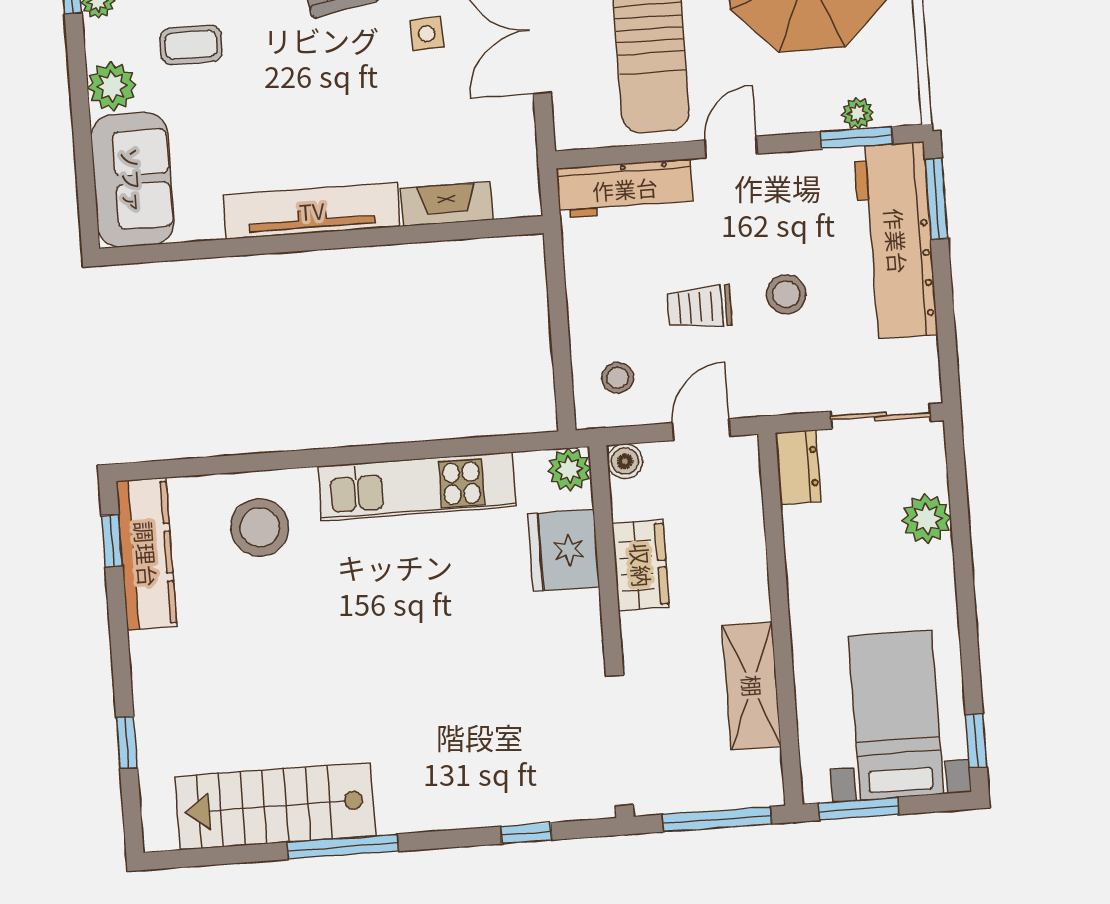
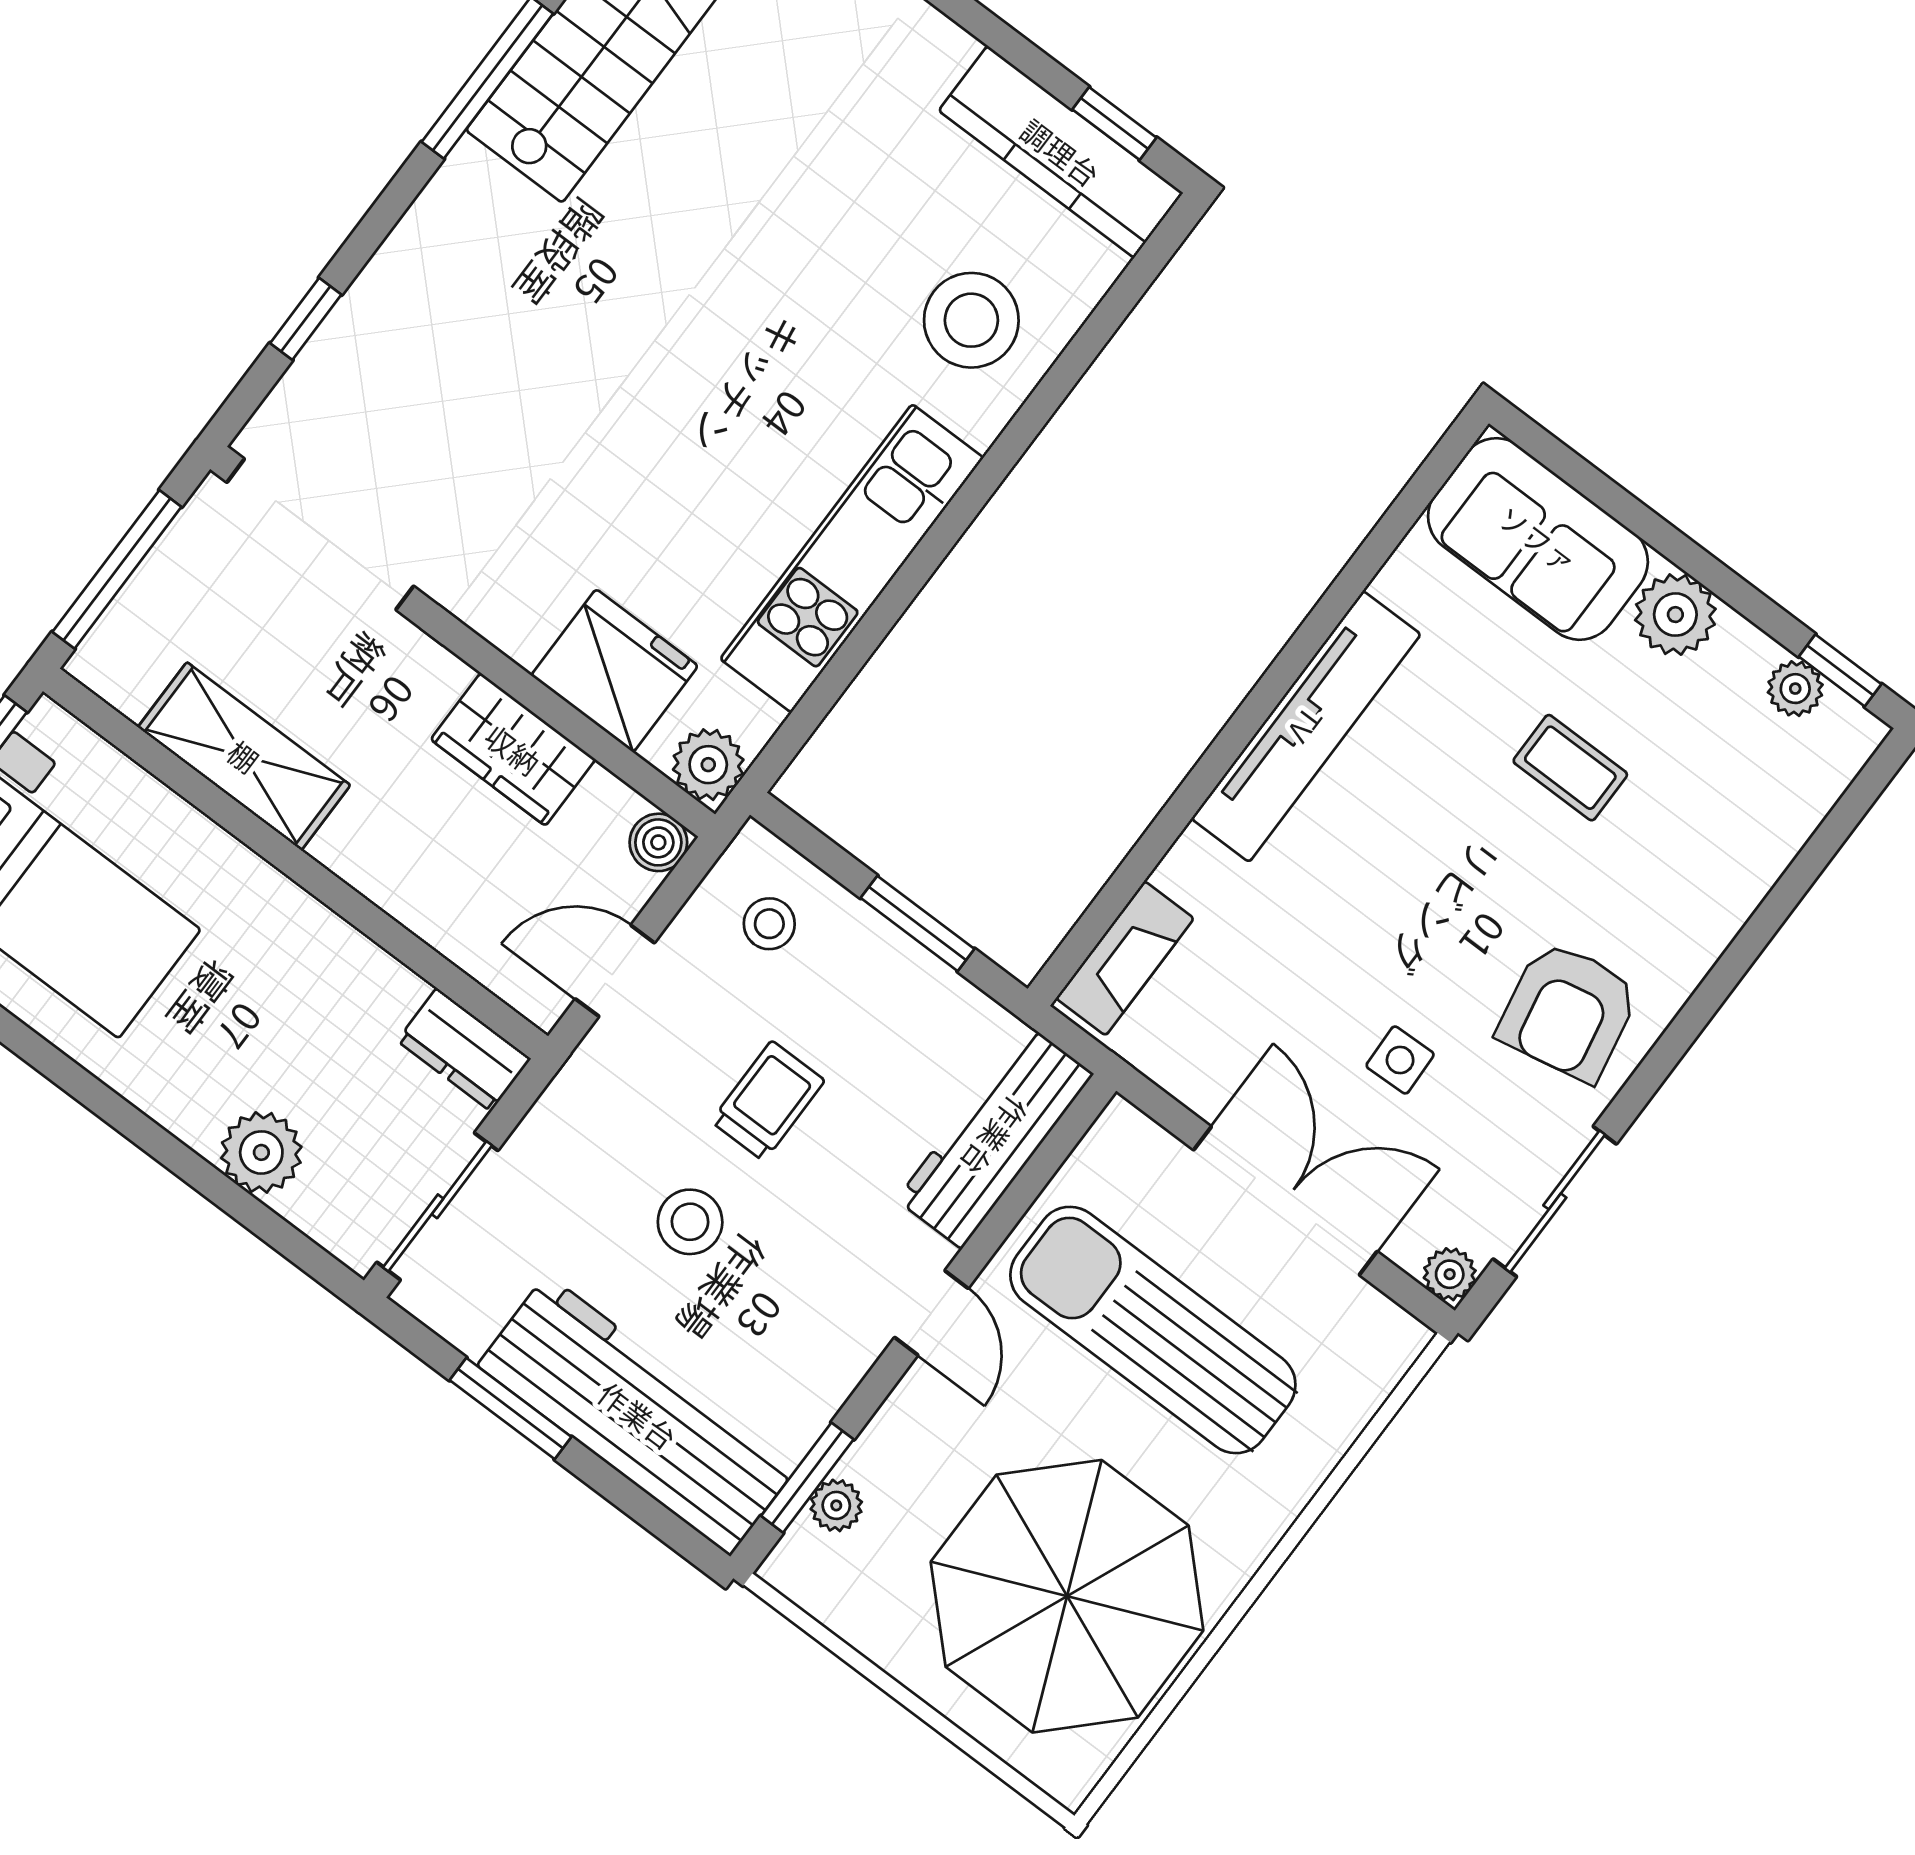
coffee table: (191, 45) -> (1570, 768), moved, turned 90
window: (936, 199) -> (510, 1409), moved
fireplace: (447, 204) -> (1125, 958), moved
window: (558, 310) -> (917, 923), added
door: (701, 430) -> (615, 971), swing flipped

